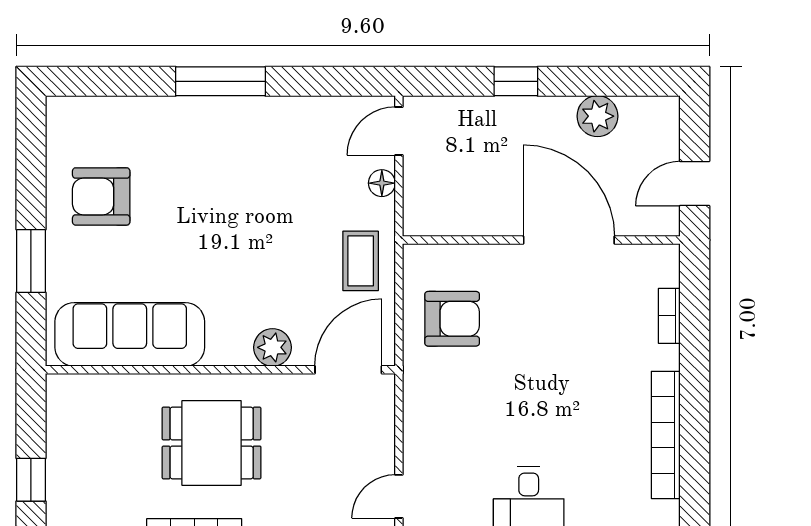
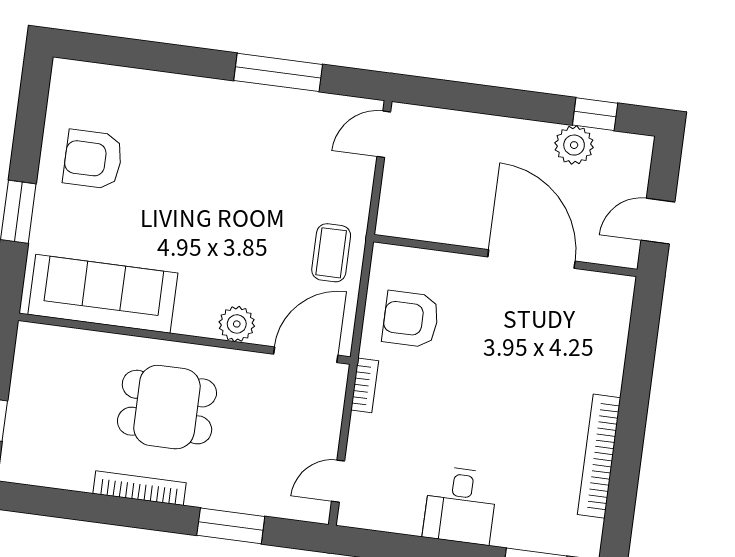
window: (220, 81) -> (278, 72), moved
window: (516, 81) -> (595, 114), moved
floor lamp: (382, 183) -> (361, 182), removed
bookcase: (669, 316) -> (365, 385), moved, turned 180
armchair: (452, 319) -> (411, 319), turned 180

